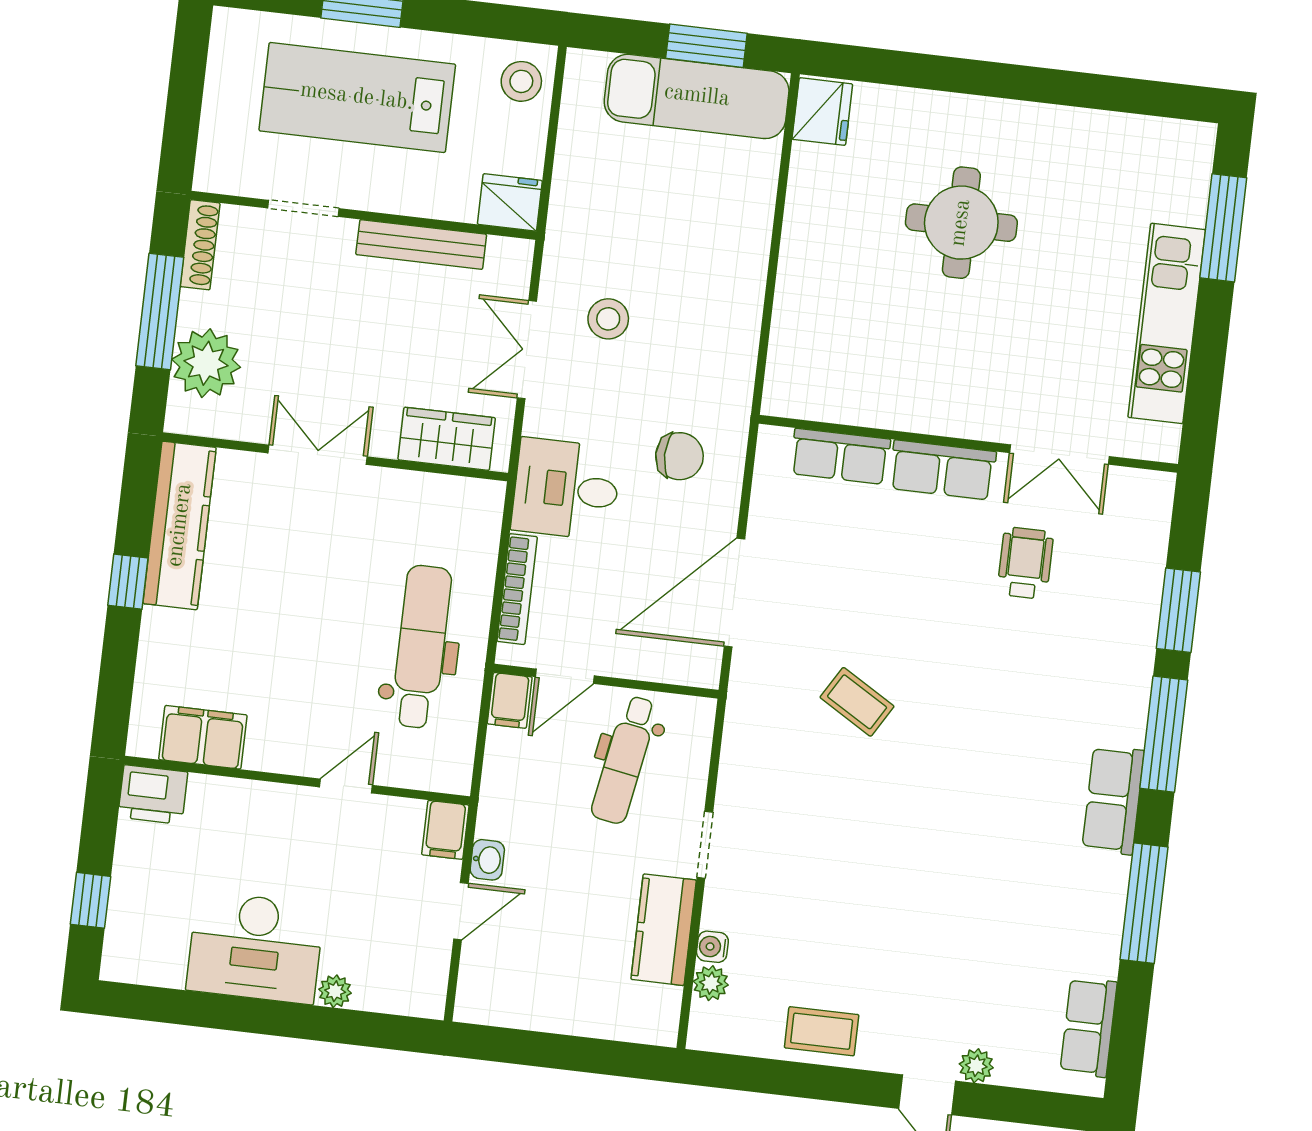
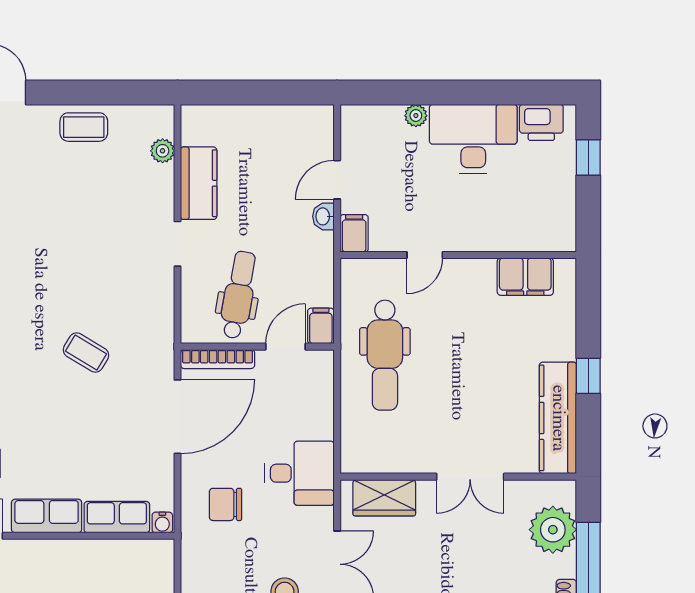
bookcase: (517, 589) -> (218, 359), moved, turned -90
printer: (153, 795) -> (541, 122), moved, turned 180
water cooler: (712, 947) -> (162, 522), moved, turned 90

